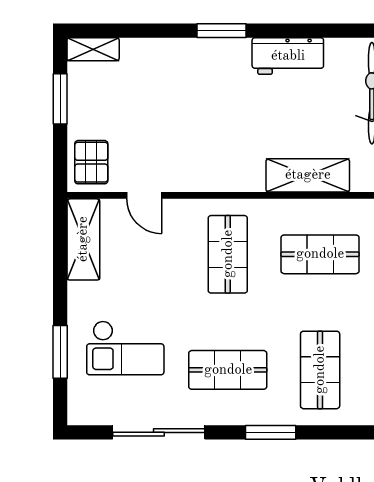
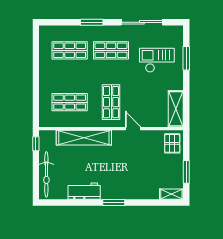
shelving: (308, 175) -> (84, 138), width x1.47
door: (144, 195) -> (133, 129), moved
shop shelf: (320, 370) -> (70, 50), turned 90

